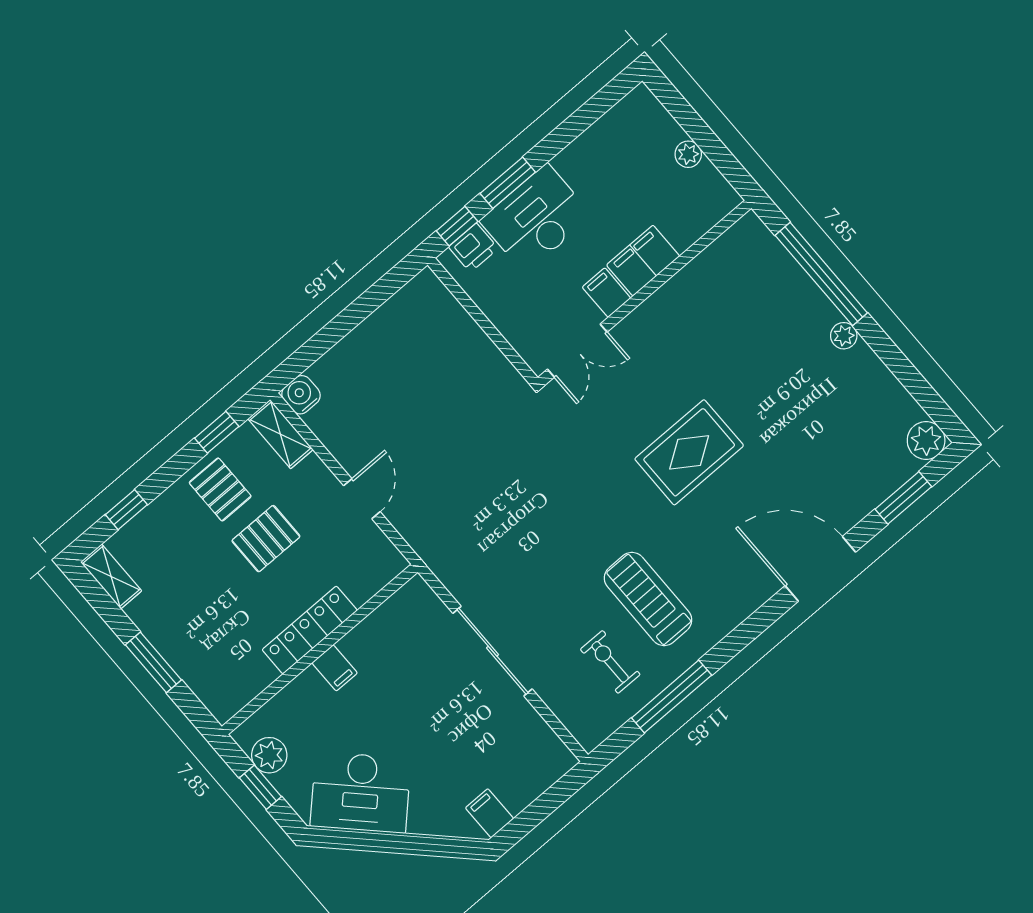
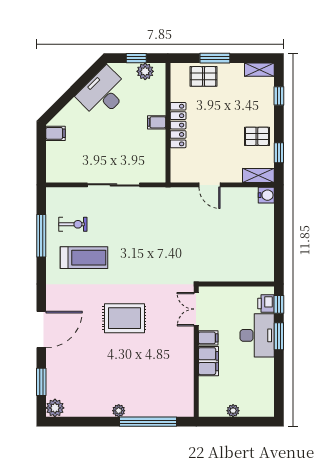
rug: (689, 452) -> (124, 318), turned 90
pallet: (266, 539) -> (203, 76), moved, turned 90

